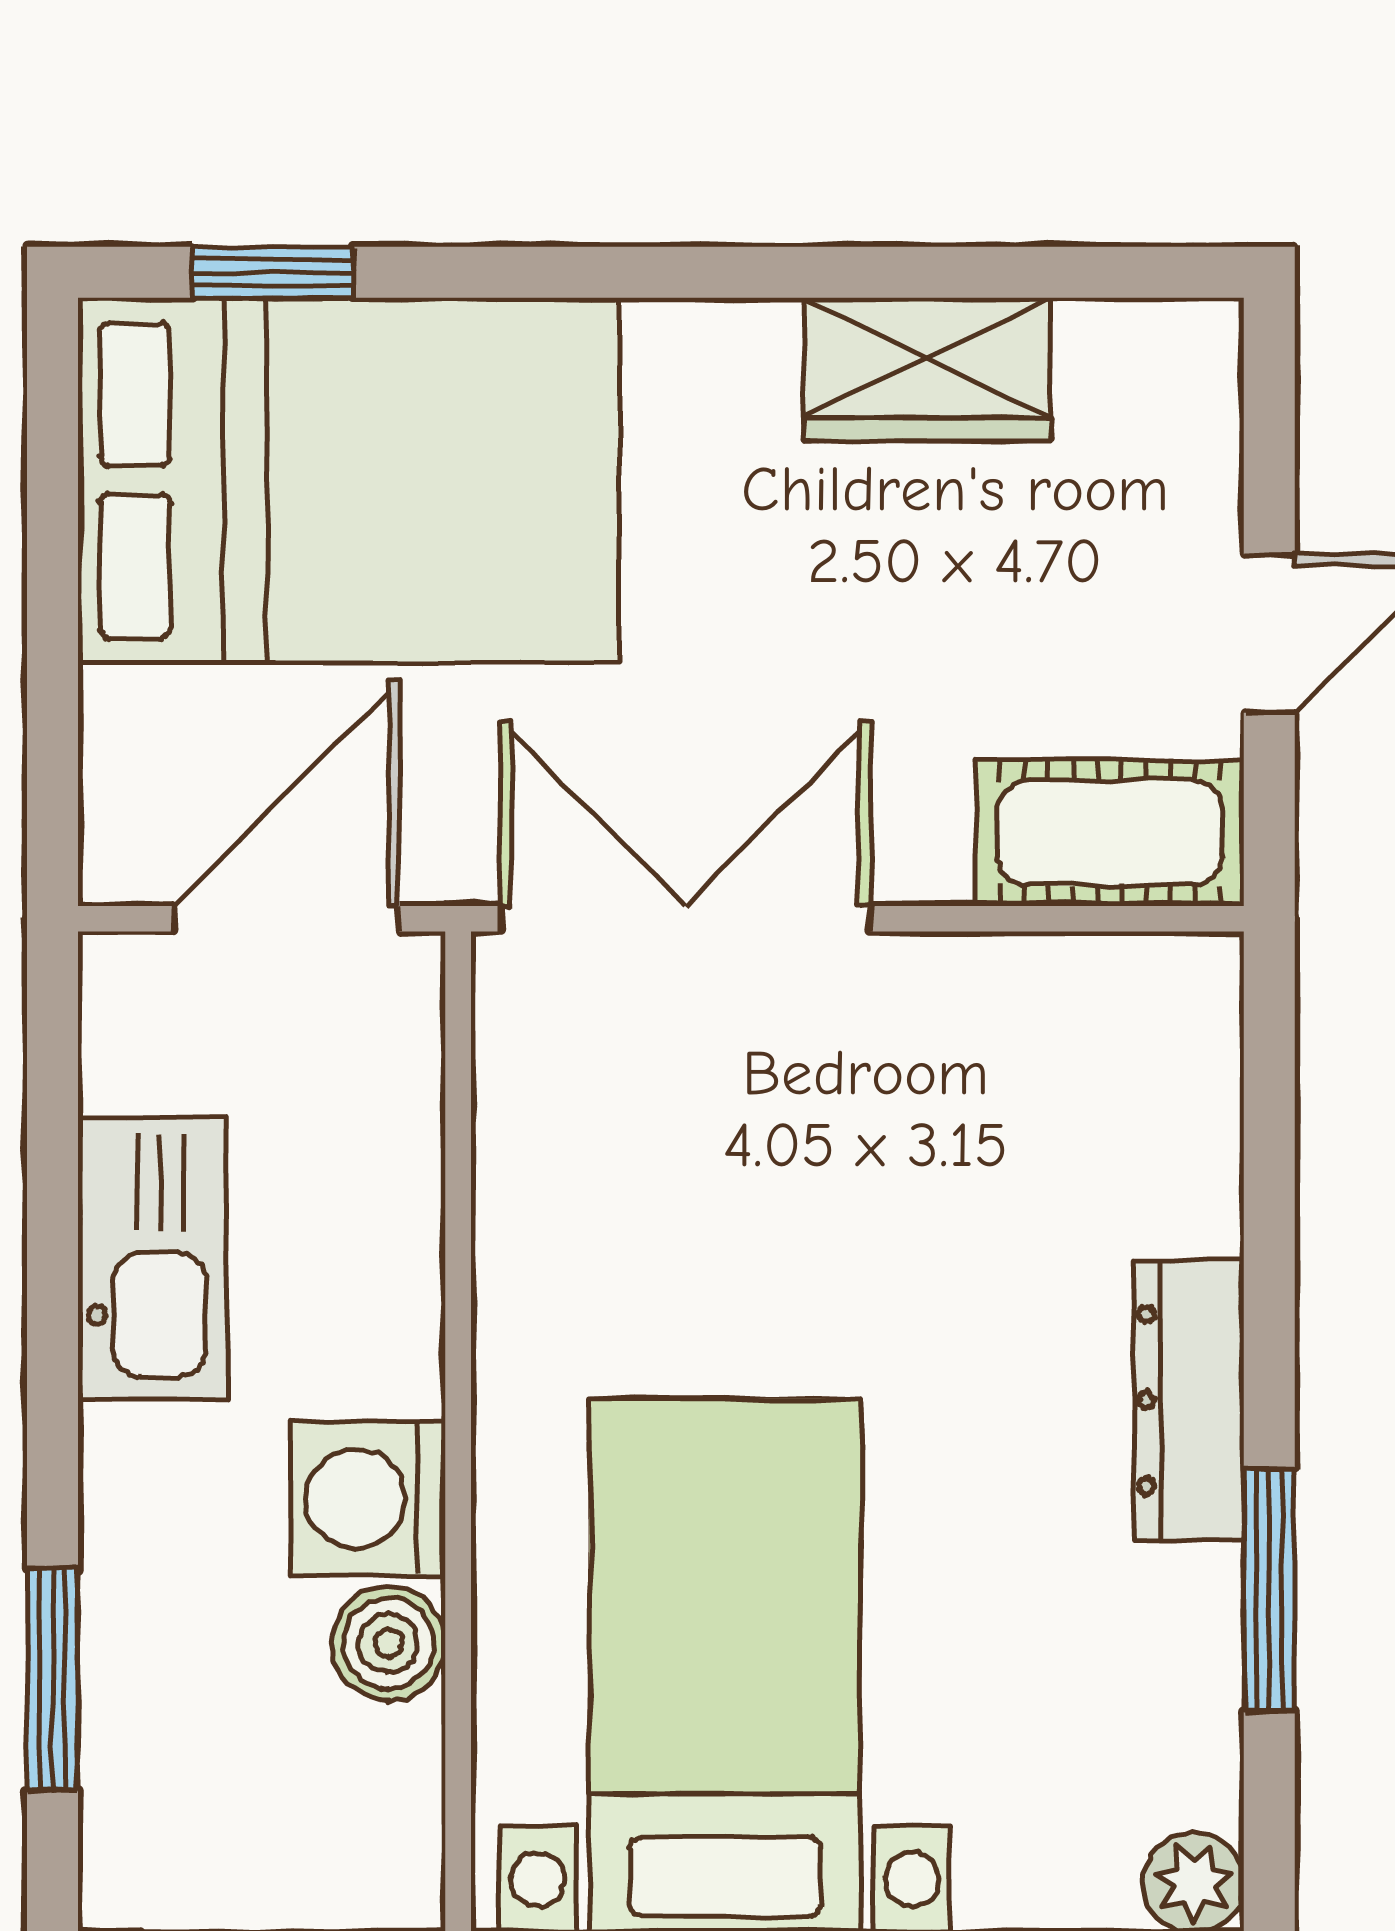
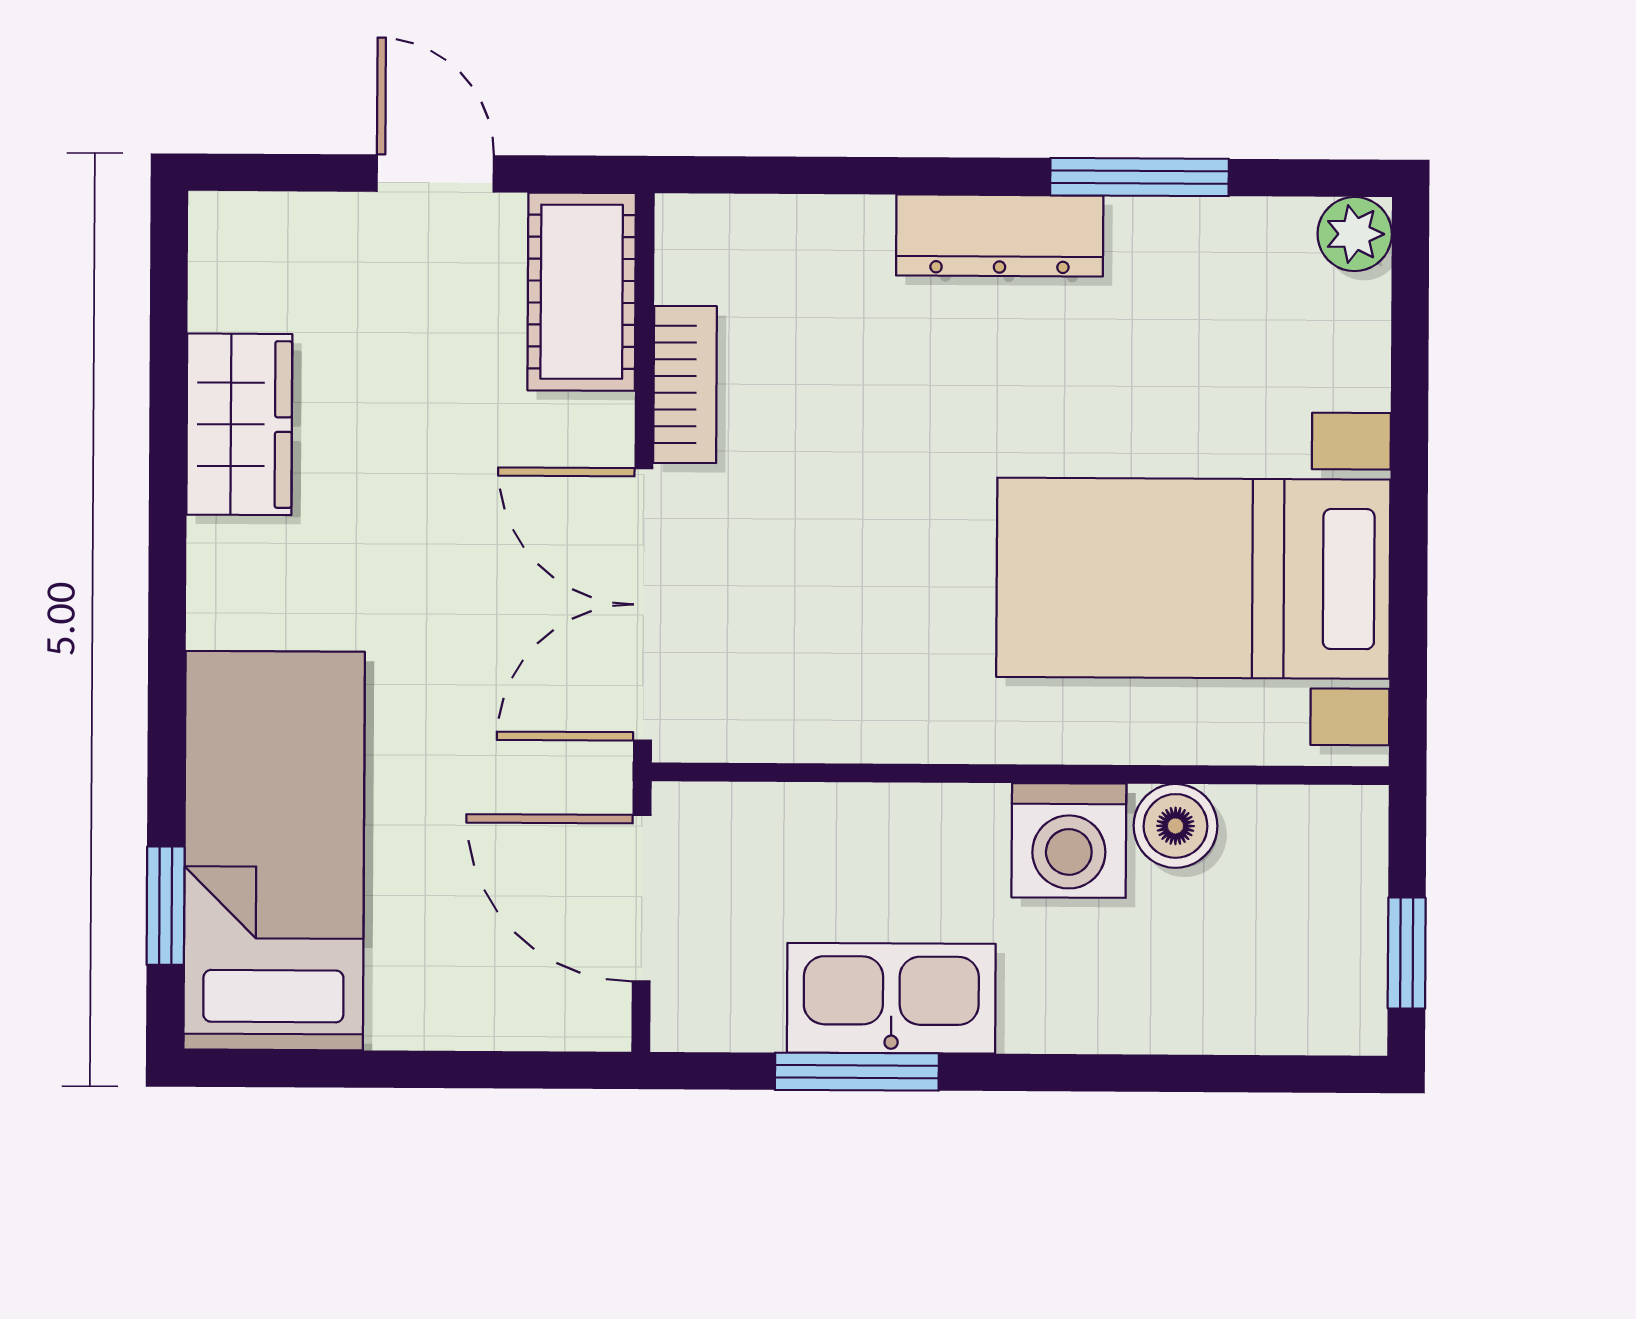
bed: (348, 480) -> (274, 851), width x0.67
bookcase: (984, 974) -> (685, 385), added
window: (53, 1679) -> (857, 1072), moved

